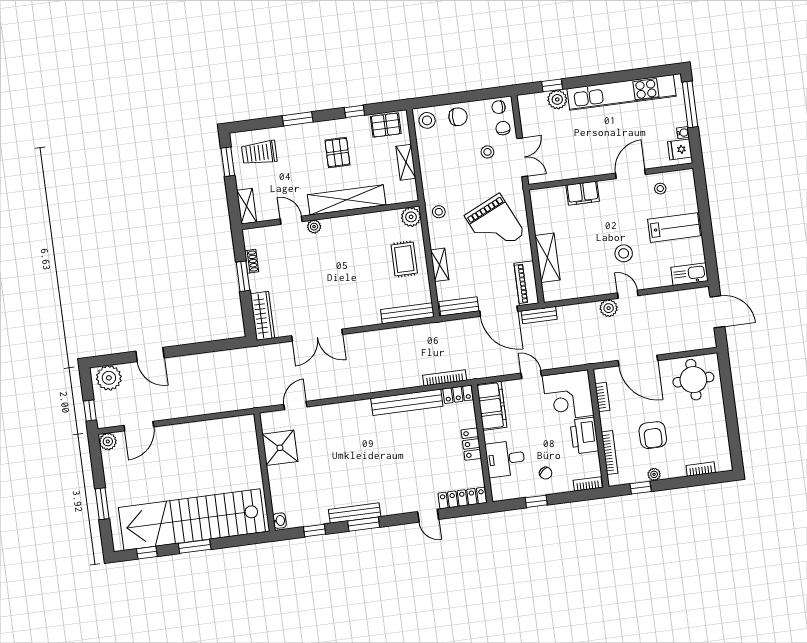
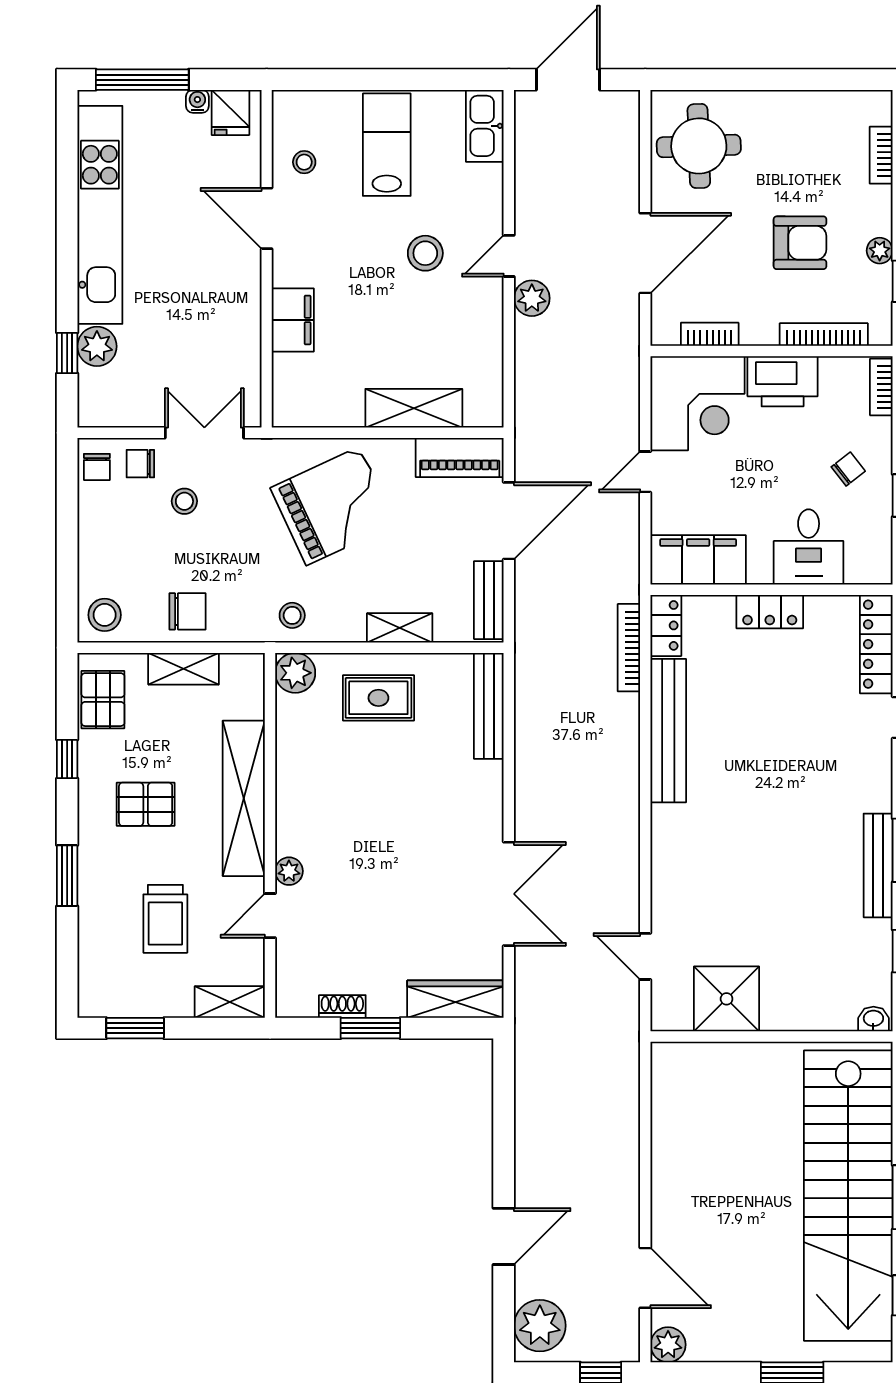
chair: (458, 117) -> (187, 611), moved, turned 90
trolley: (259, 153) -> (165, 919), moved
bench: (539, 315) -> (527, 440), removed

